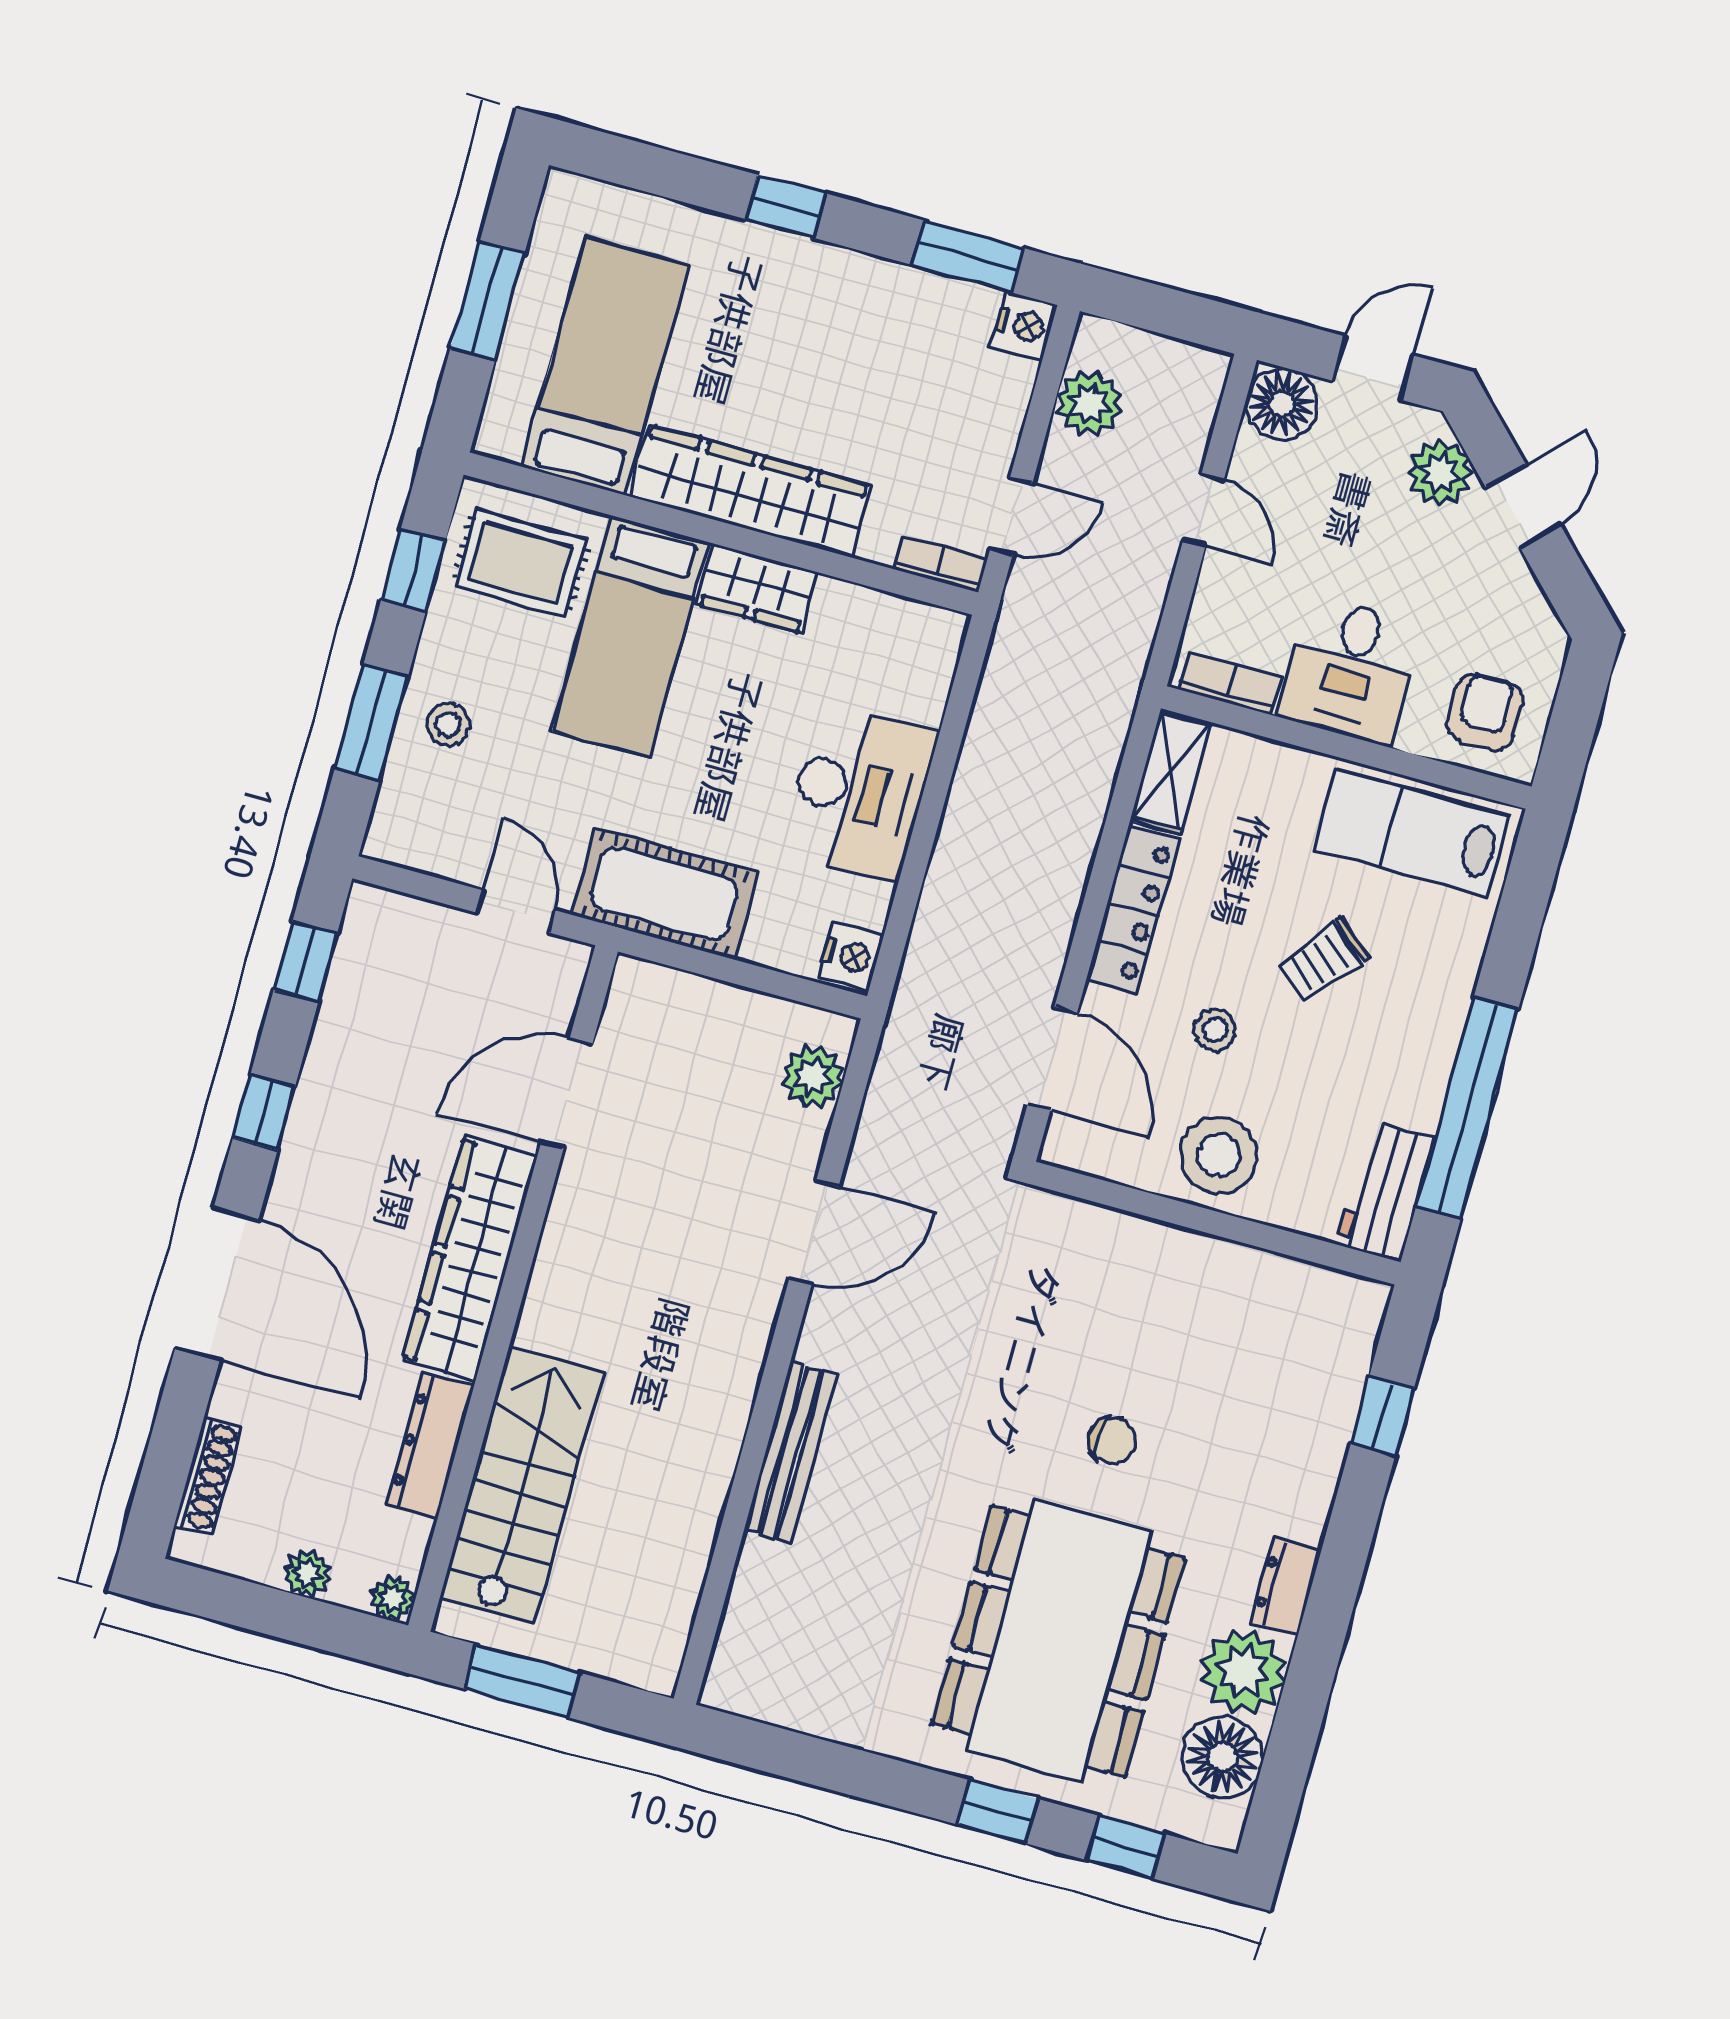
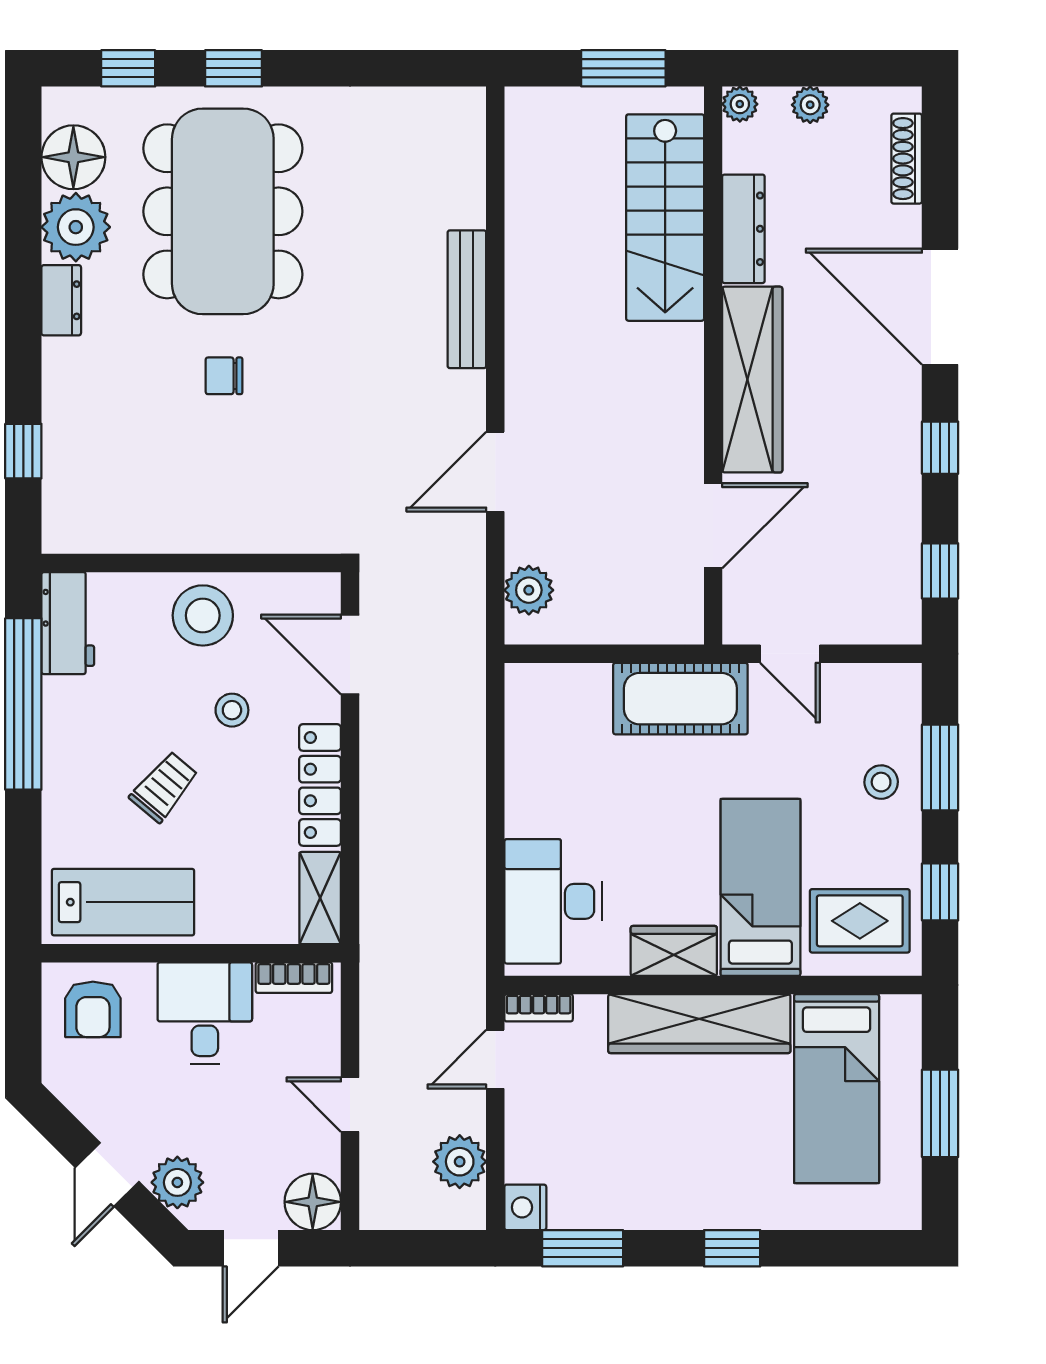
desk: (859, 792) -> (553, 901), moved
nightstand: (851, 956) -> (525, 690), removed

